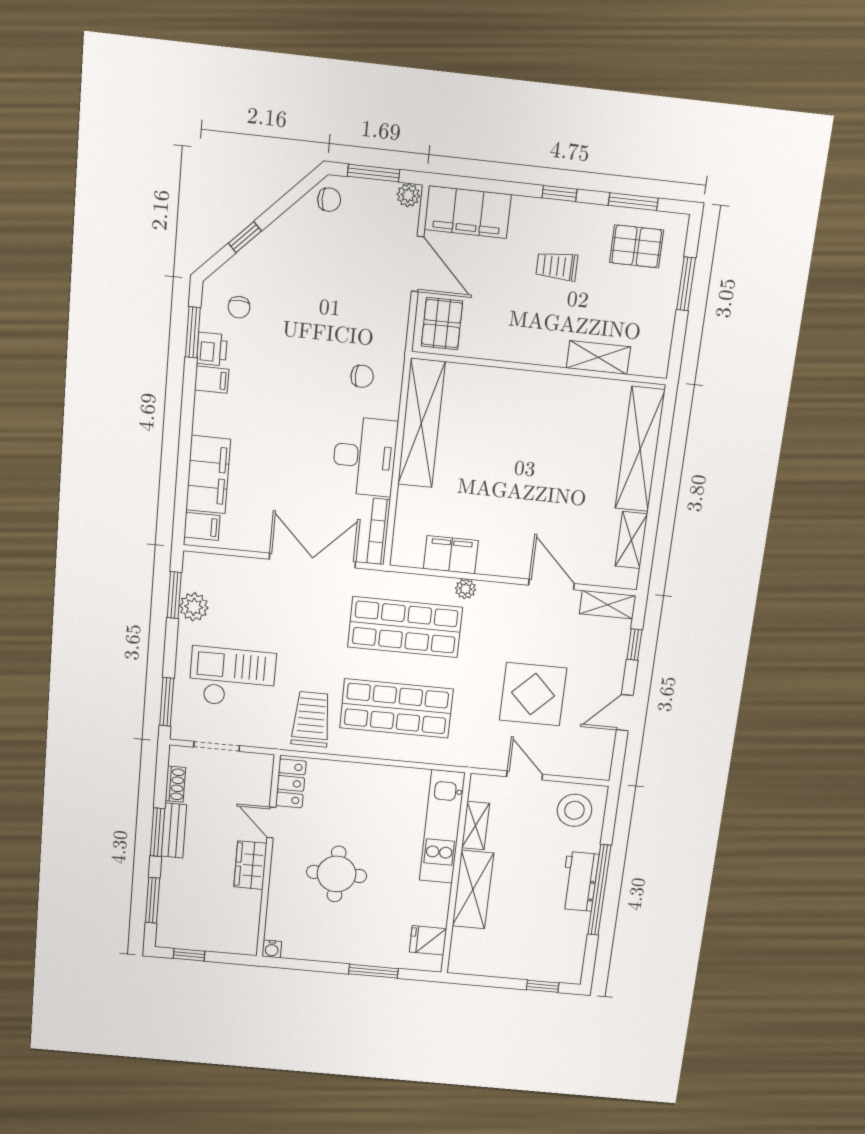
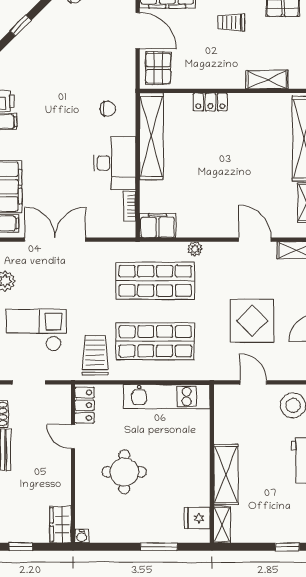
chair: (239, 307) -> (21, 72), removed
locker: (512, 382) -> (210, 102), added
bookcase: (379, 532) -> (130, 206), width x0.64
filing cabinet: (451, 555) -> (158, 226), moved
double door: (312, 561) -> (55, 240), moved
shelving: (476, 826) -> (222, 525), moved
kitchen unit: (442, 827) -> (167, 397), moved, turned -90
wardrobe: (250, 865) -> (60, 525), moved

